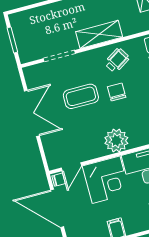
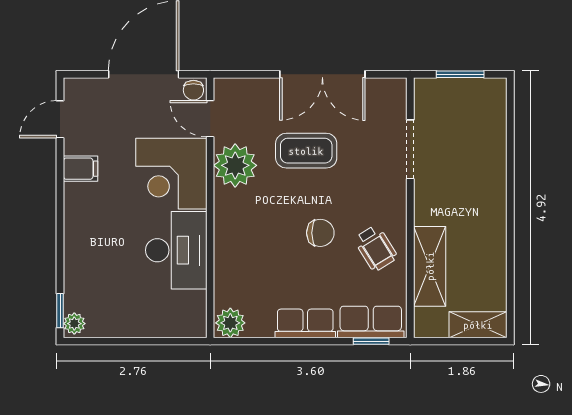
shelving: (99, 34) -> (430, 266), moved
coffee table: (81, 96) -> (306, 151), moved, turned 90
plant: (116, 141) -> (235, 165), moved

